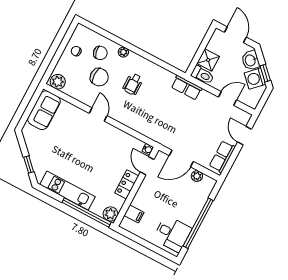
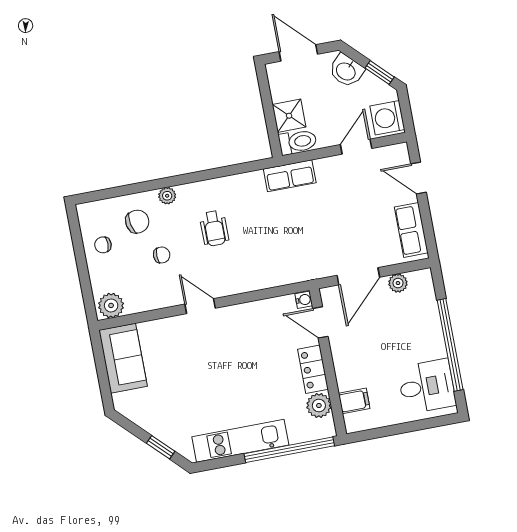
chair: (99, 77) -> (162, 255), width x0.54, depth x0.54
washing machine: (255, 79) -> (387, 118), moved, turned 45
plant: (110, 214) -> (319, 406), moved

